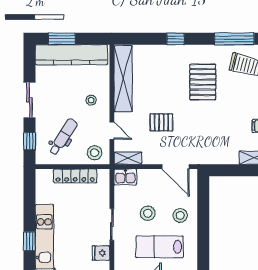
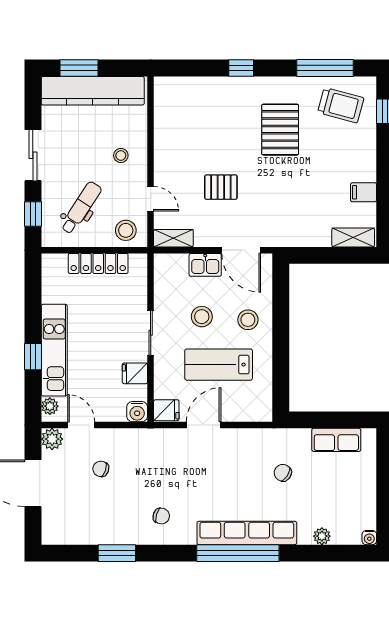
shelving: (123, 79) -> (167, 125), removed
kitchen sink: (125, 177) -> (205, 265), moved

